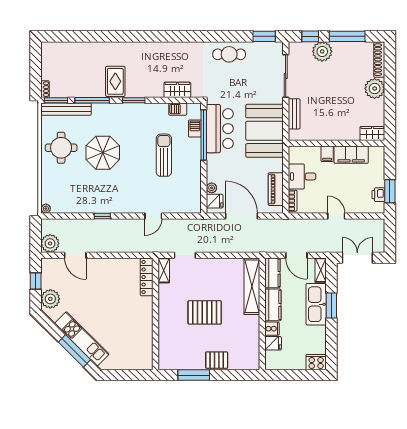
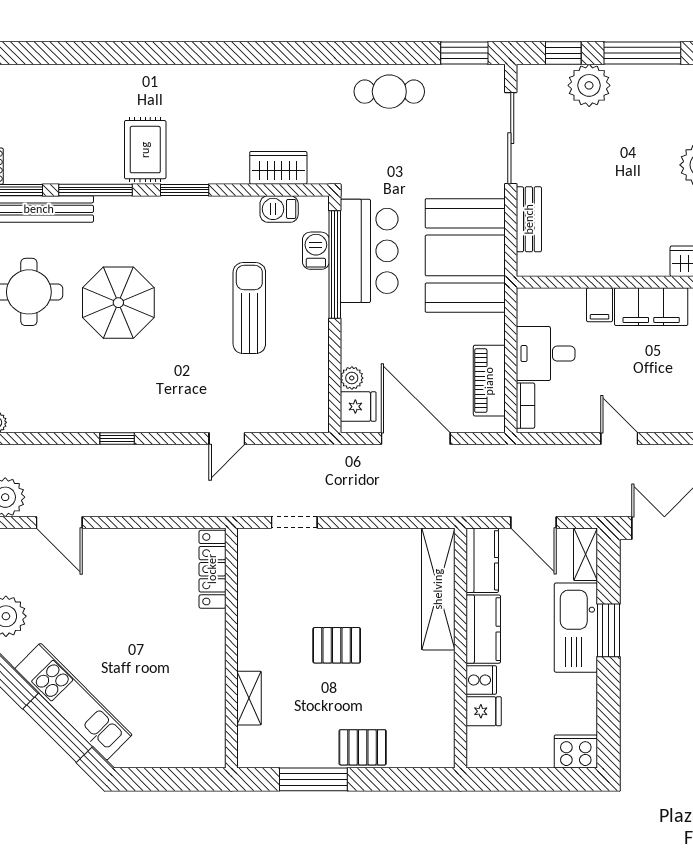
shelving: (164, 270) -> (249, 698), moved
pallet: (205, 312) -> (337, 645), width x0.67, depth x0.71

